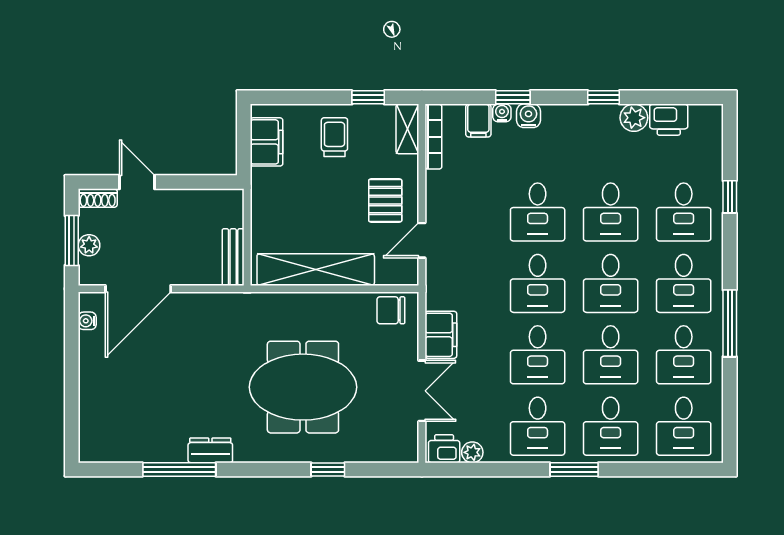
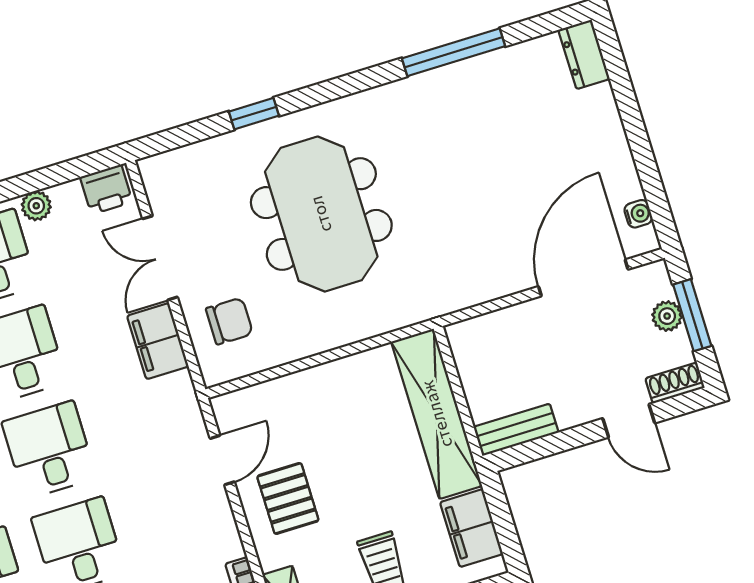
bench: (233, 257) -> (516, 430), moved, turned 90
shelving: (316, 270) -> (437, 414), moved, turned 90
chair: (391, 310) -> (229, 321), moved
meeting table: (303, 387) -> (321, 214), turned 90
dresser: (210, 450) -> (584, 54), moved, turned 90
plant: (472, 452) -> (36, 206), moved

